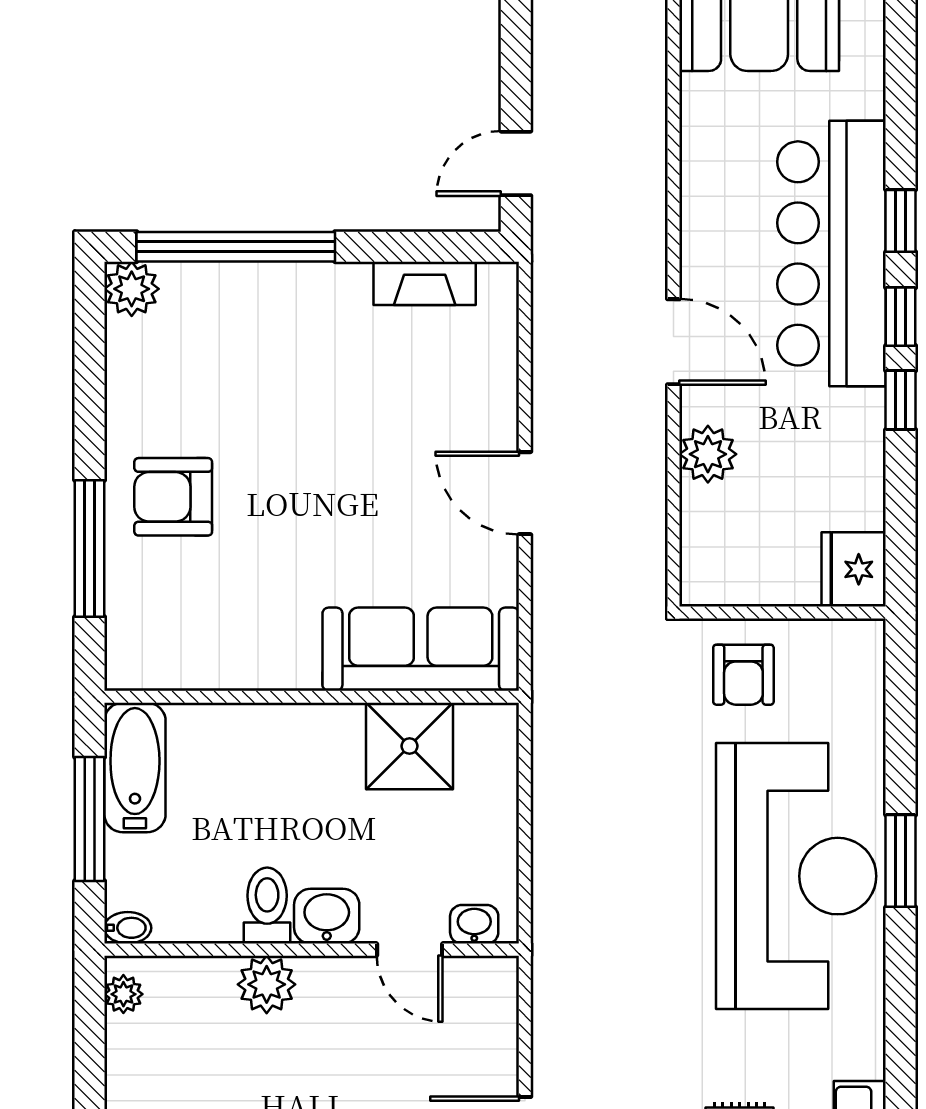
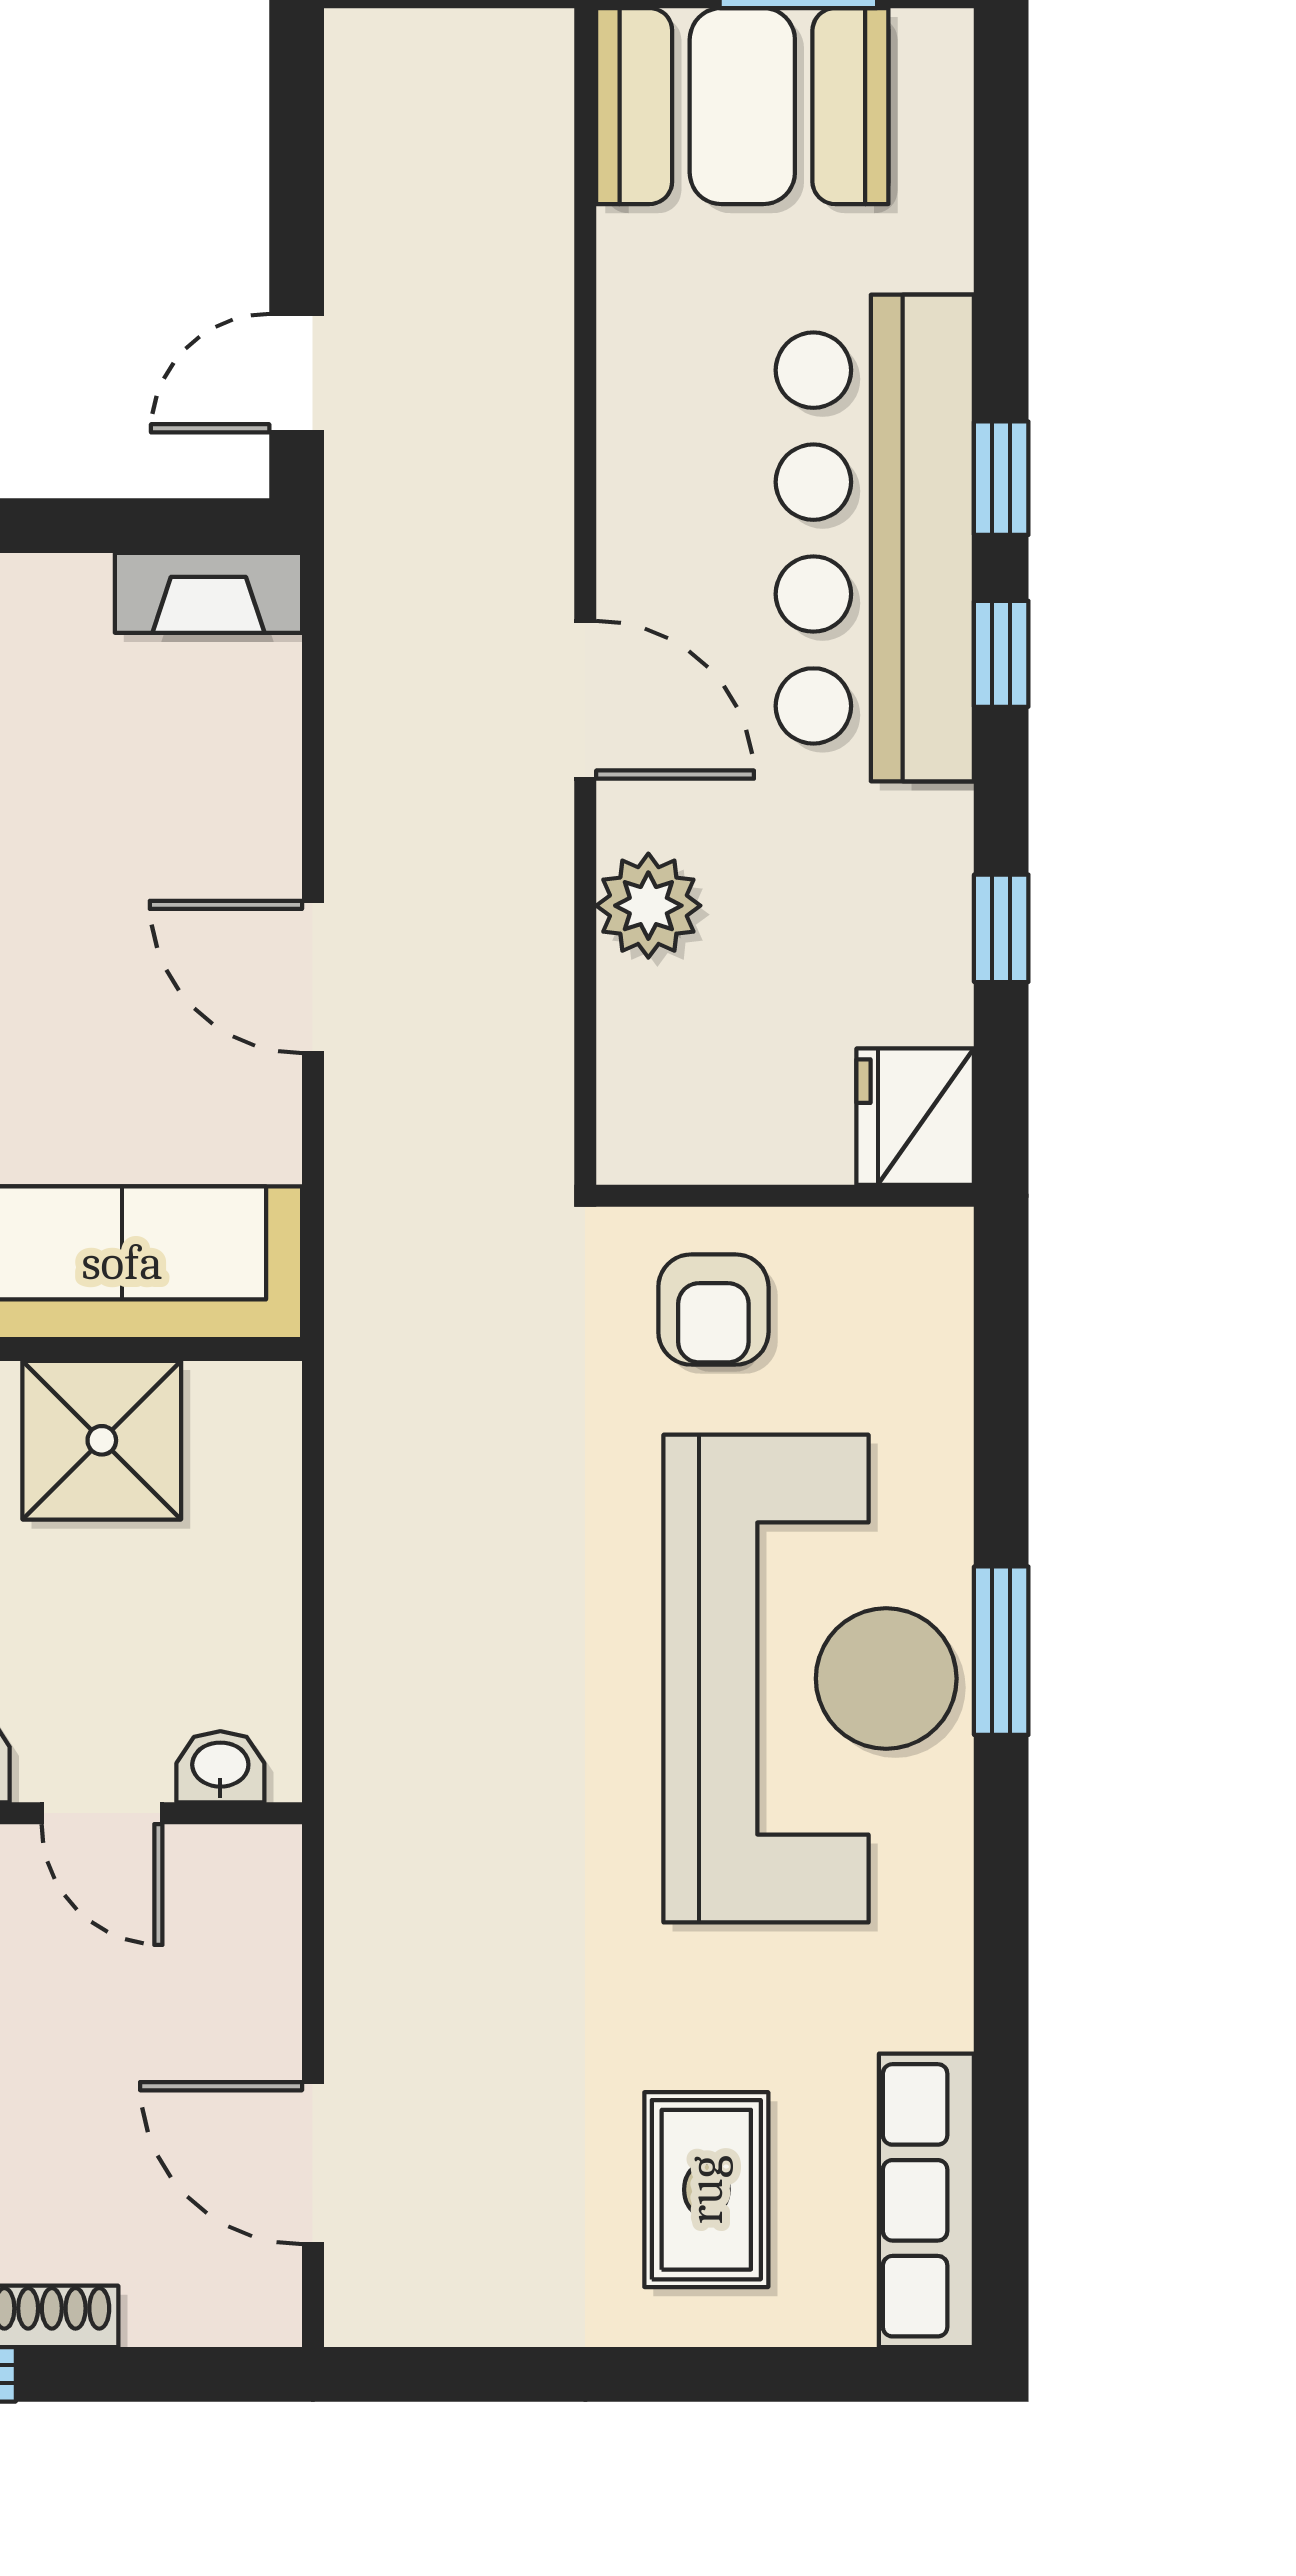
fireplace: (425, 283) -> (208, 593), moved
window: (901, 400) -> (1001, 928), moved

